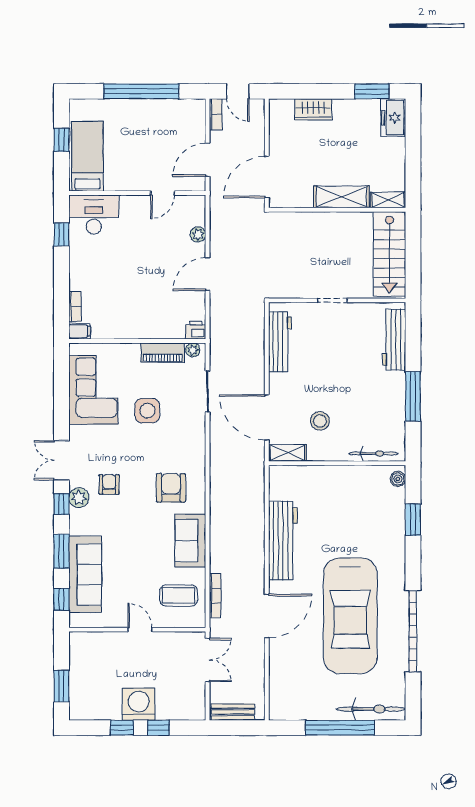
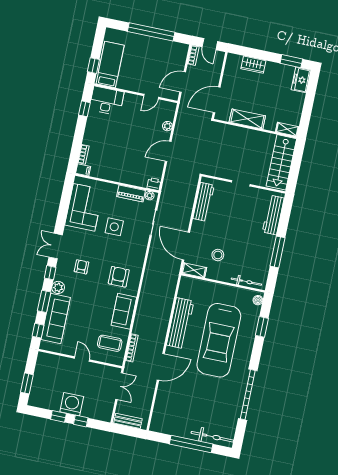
window: (61, 140) -> (93, 66), moved
shelving: (341, 197) -> (247, 119), moved
plant: (79, 498) -> (58, 287), moved
car: (350, 616) -> (219, 340), moved

